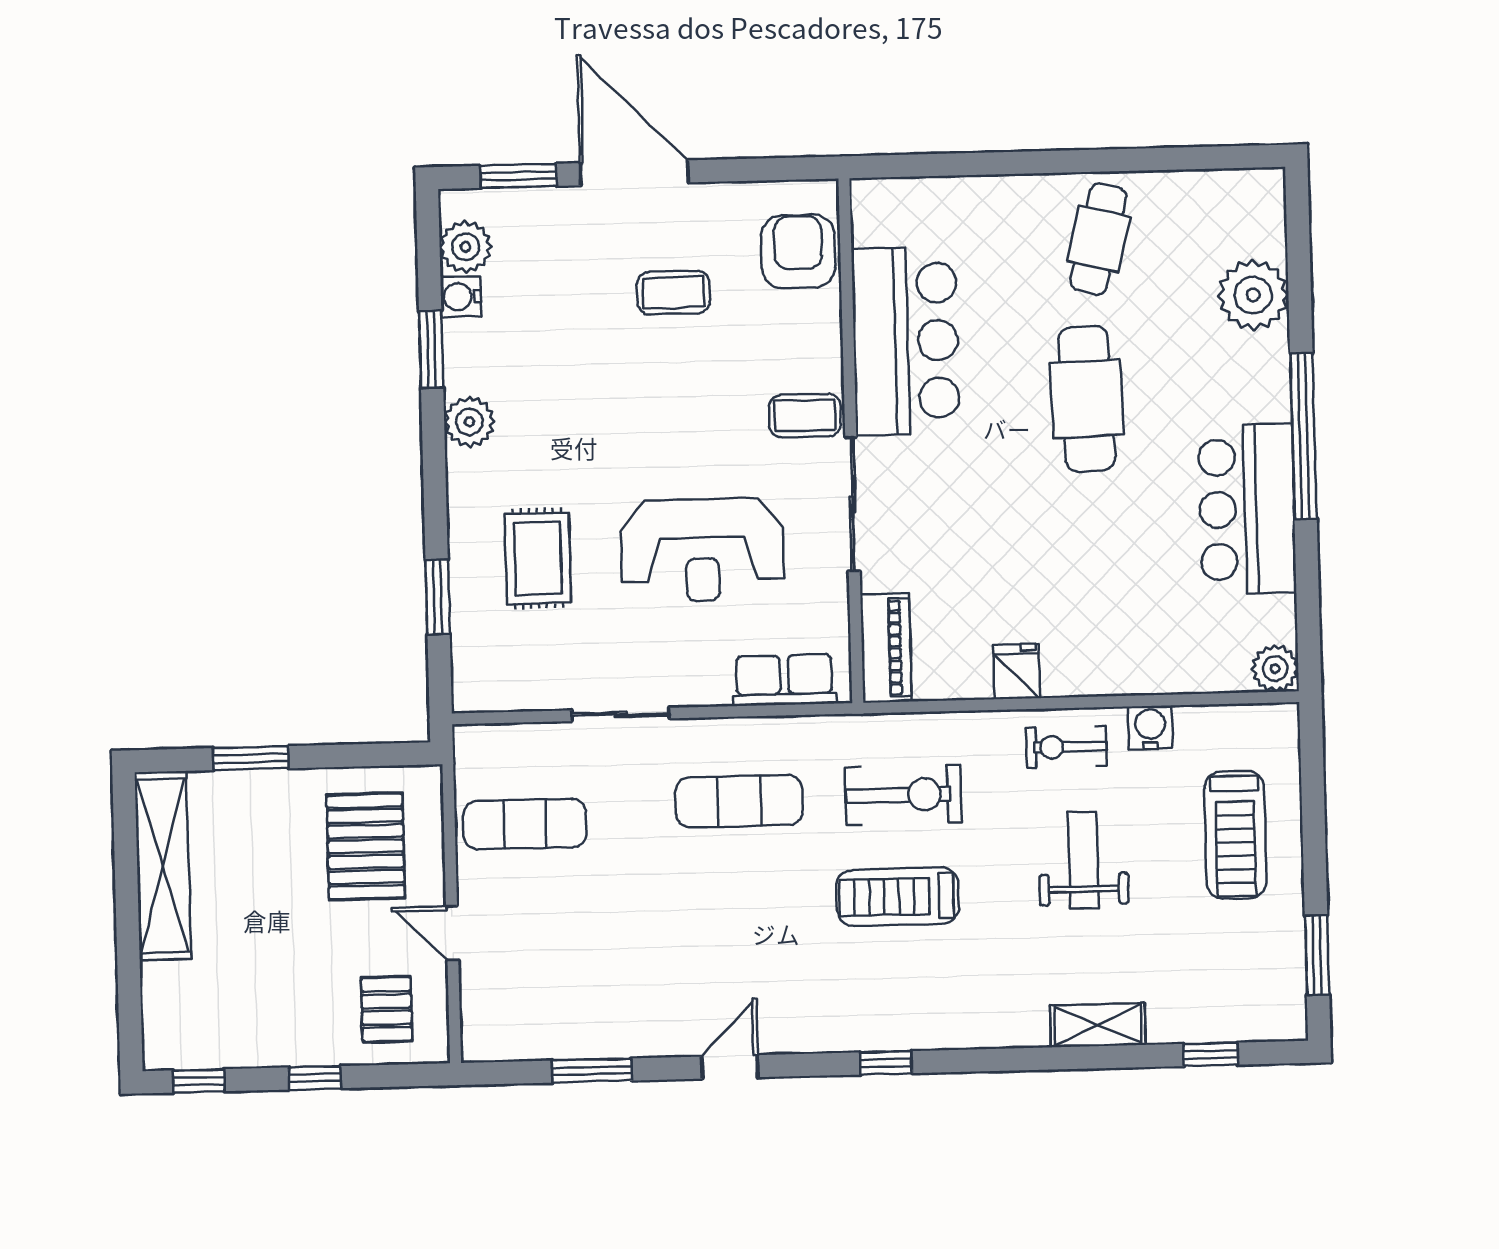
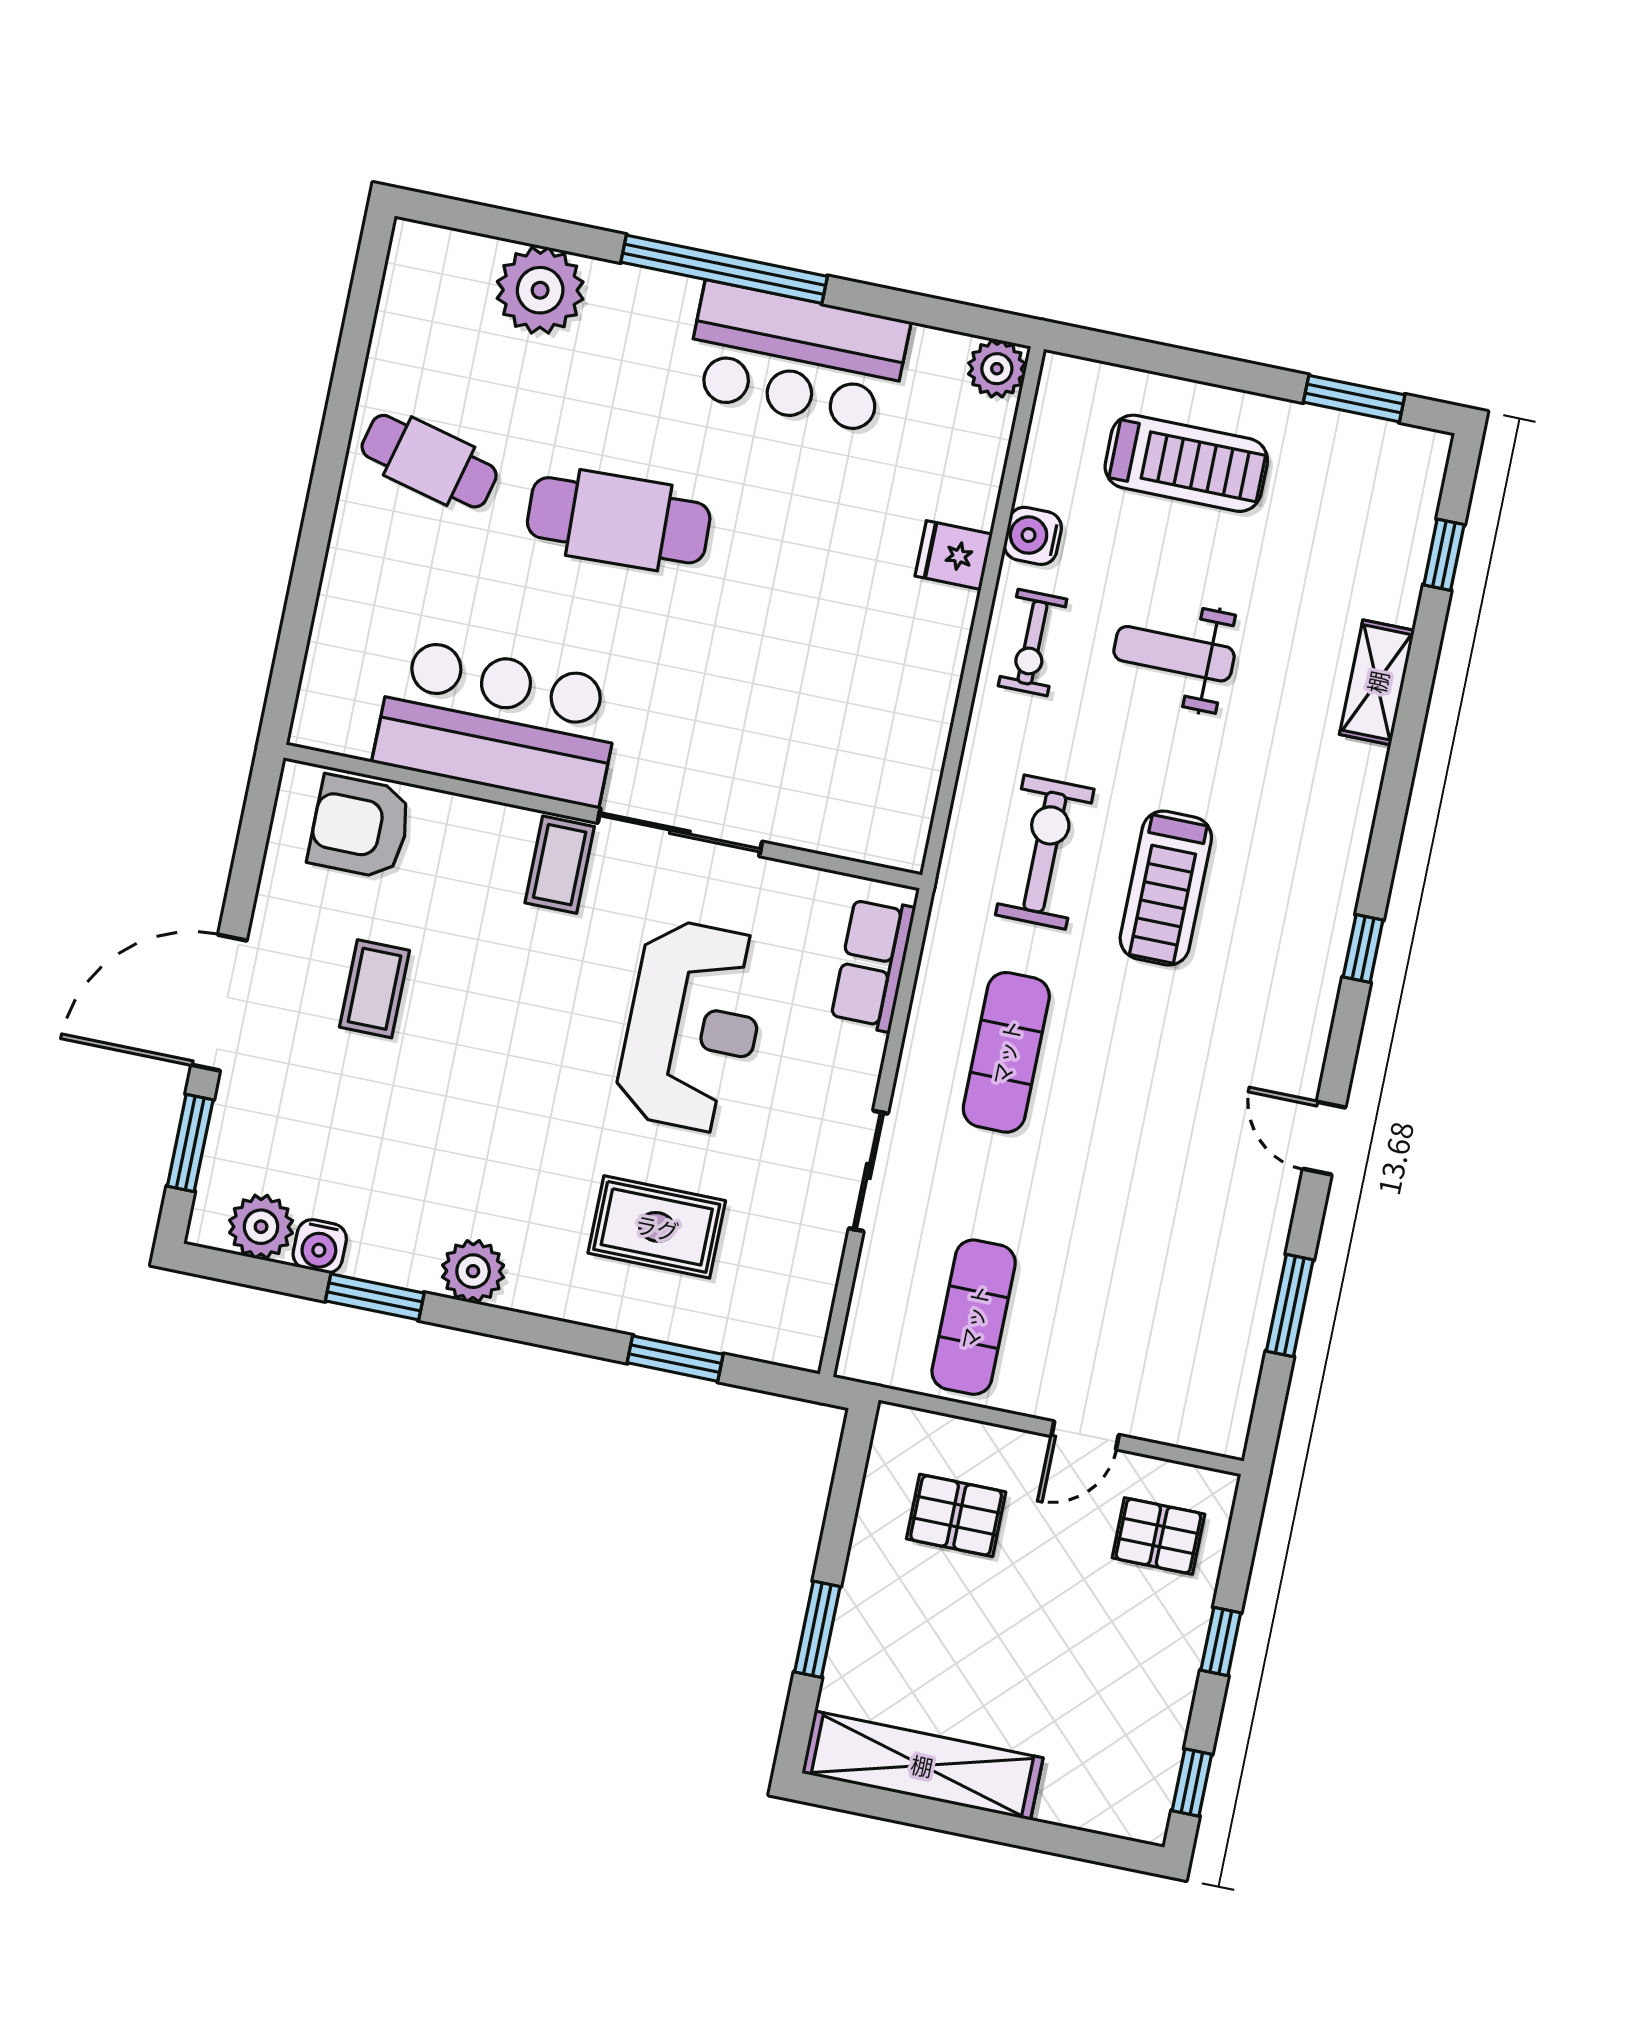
piano: (886, 648) -> (862, 832), removed
fridge: (1017, 671) -> (954, 555), moved
pallet: (366, 846) -> (956, 1515), width x0.67, depth x0.71

